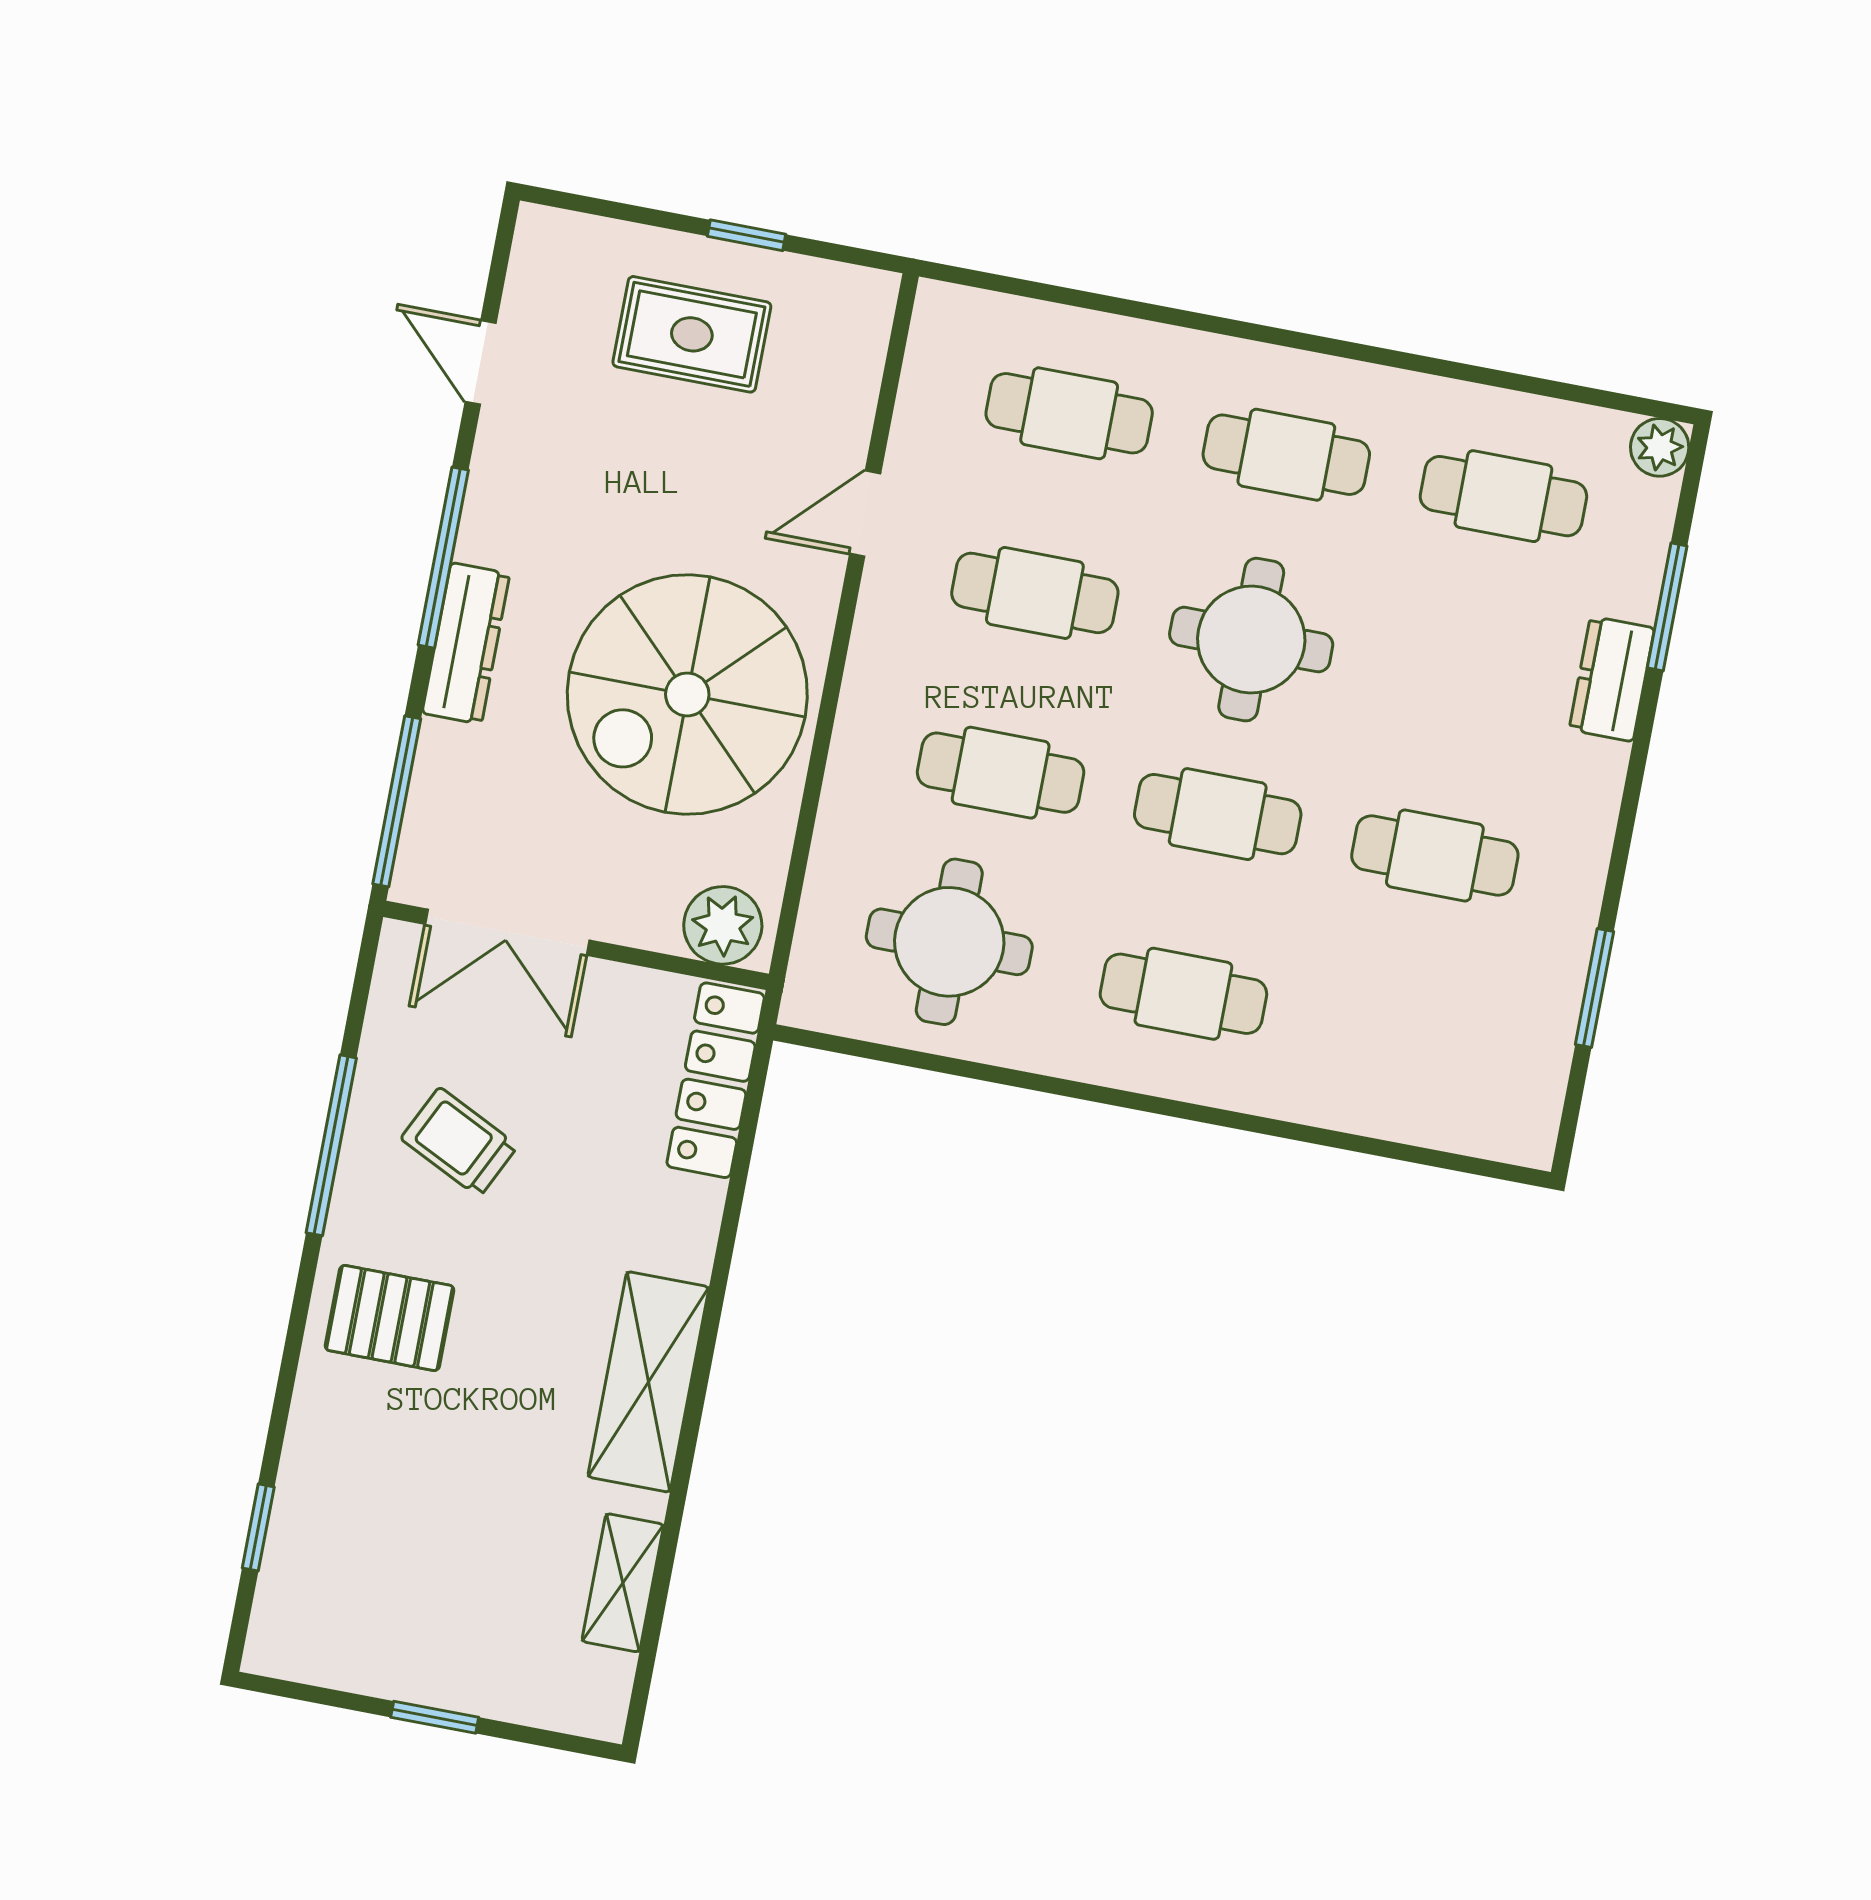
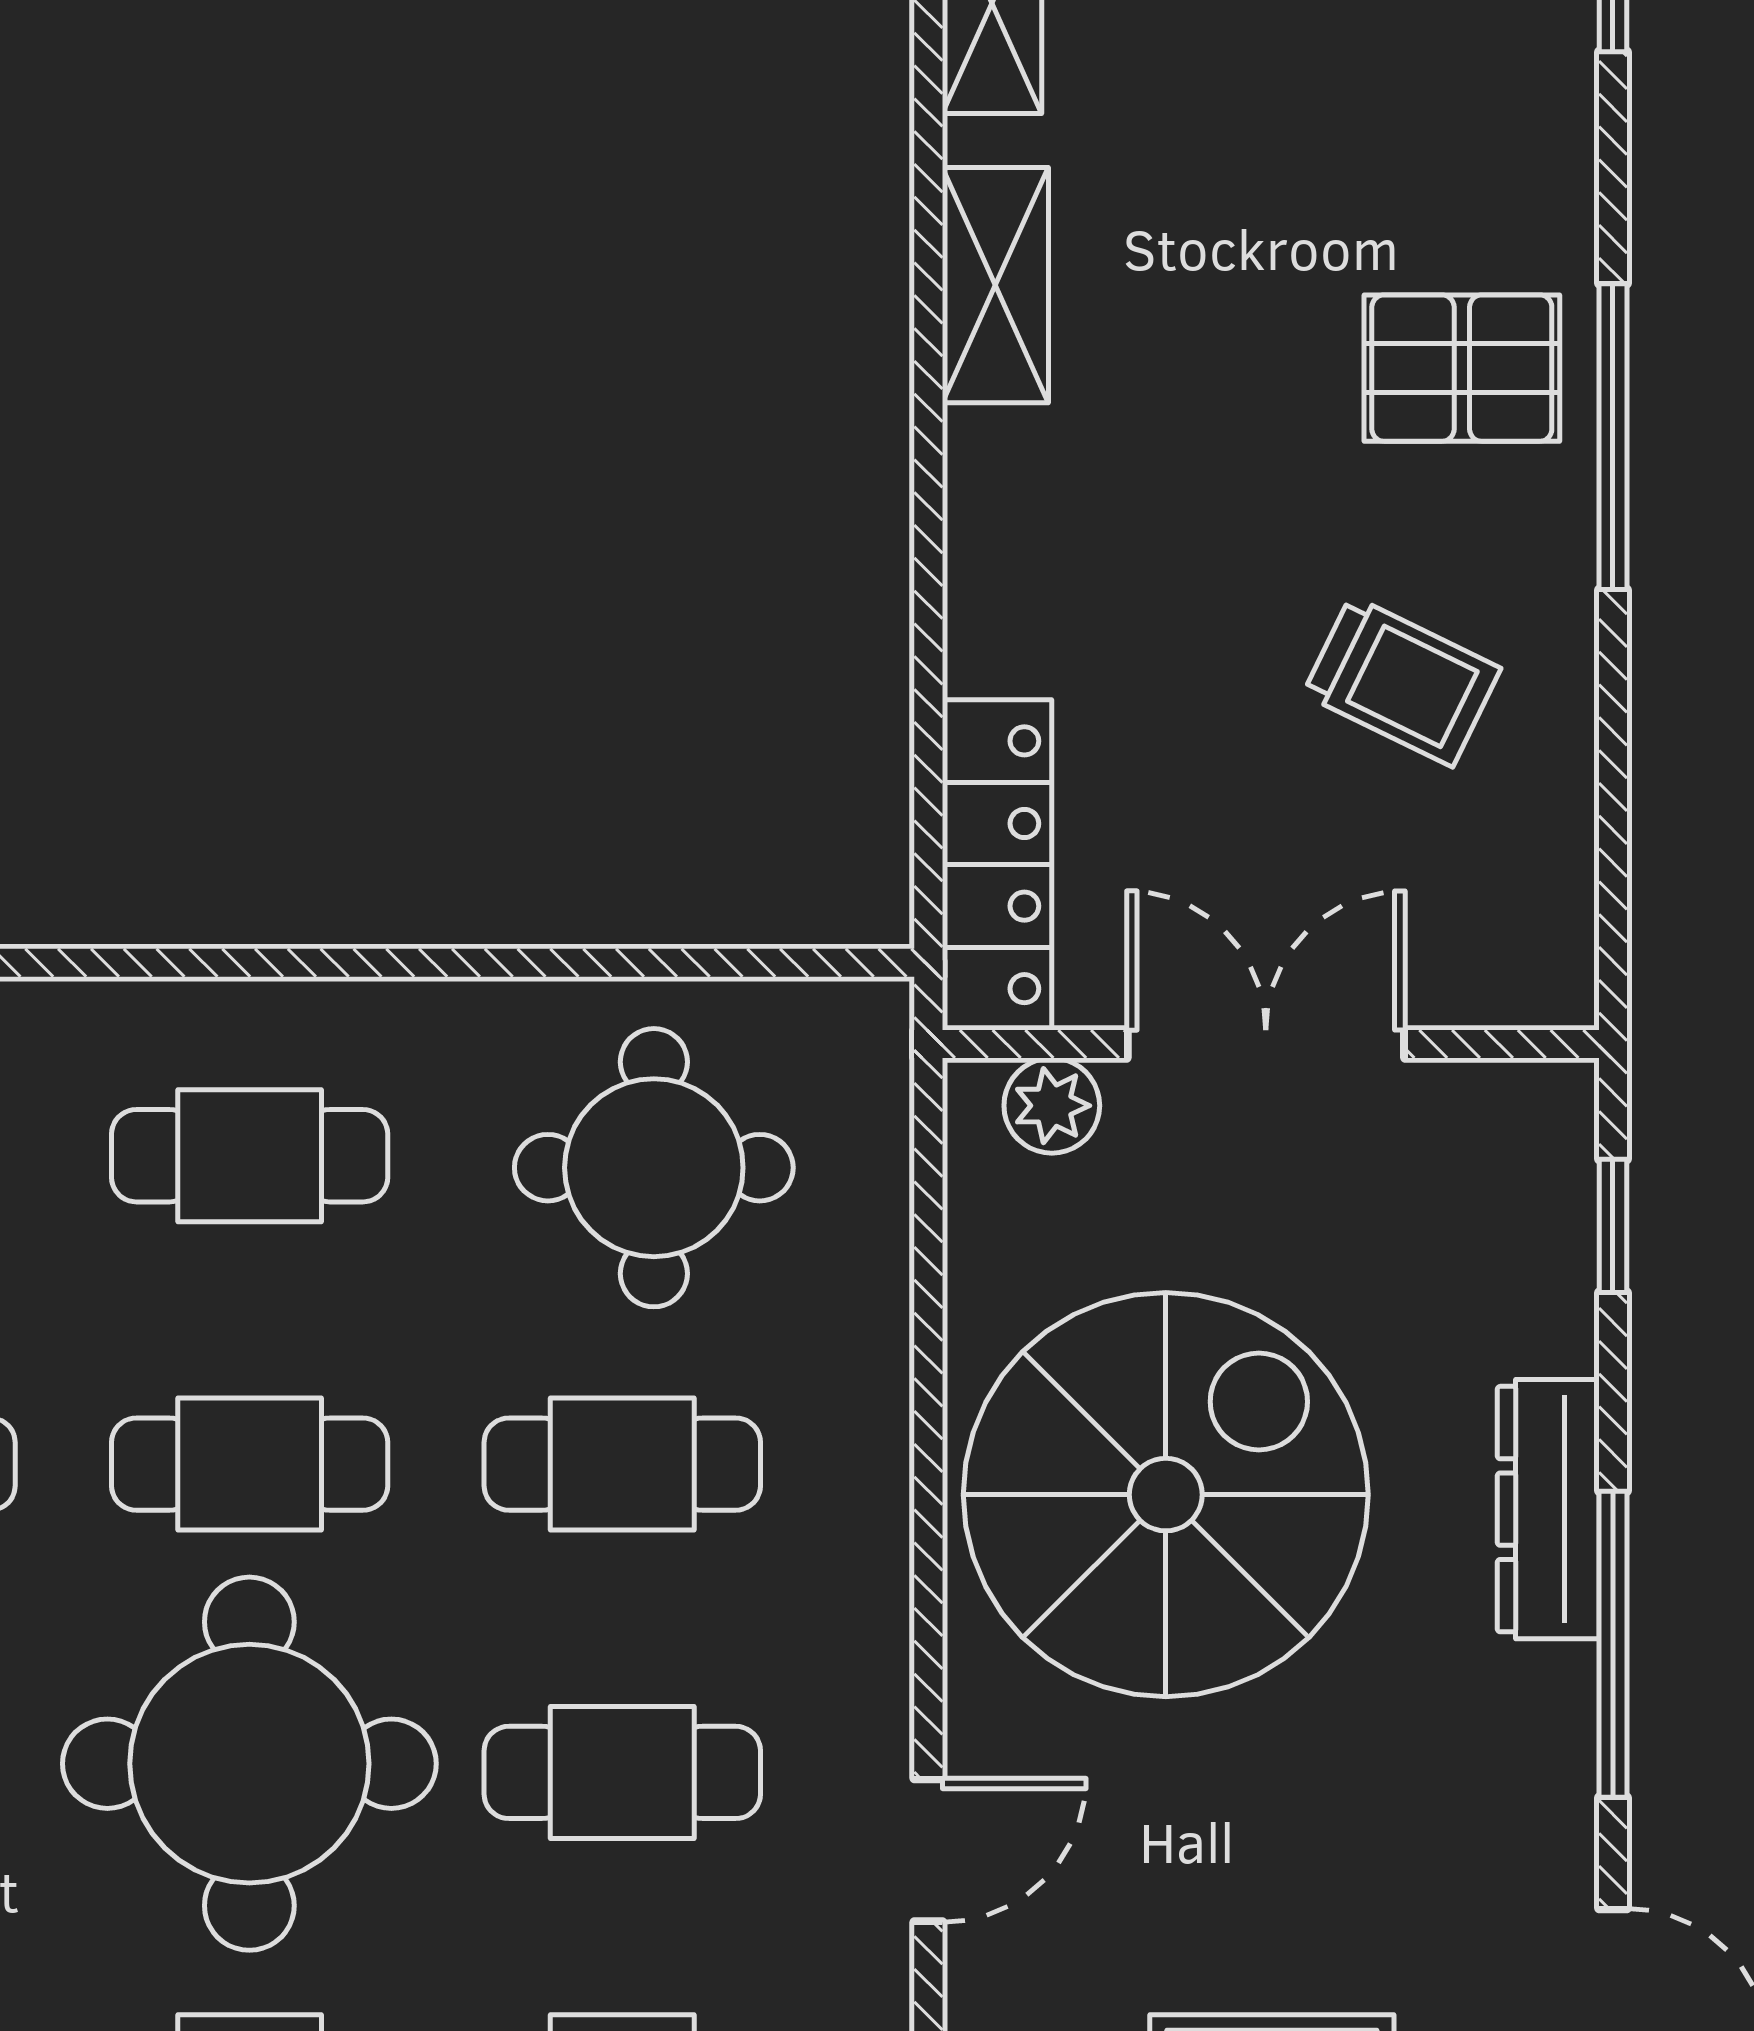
round table: (1251, 640) -> (249, 1764), width x1.36, depth x1.36
window: (397, 801) -> (1613, 1226), width x0.46
plant: (723, 925) -> (1052, 1106), width x0.73, depth x0.73
double door: (507, 932) -> (1266, 1044), moved
window: (331, 1145) -> (1613, 437), moved
shelving: (648, 1382) -> (995, 285), width x0.67, depth x0.75

